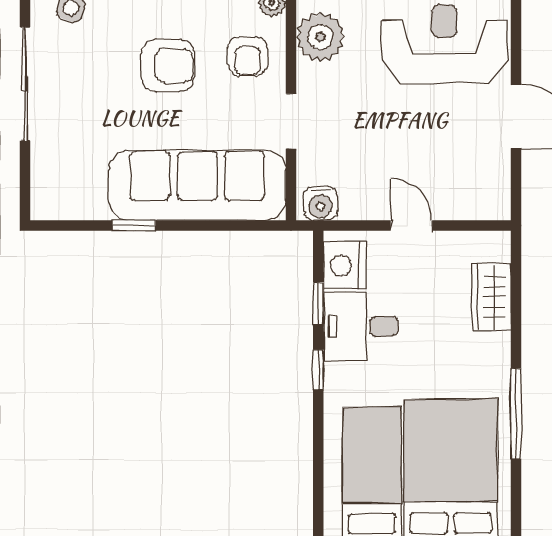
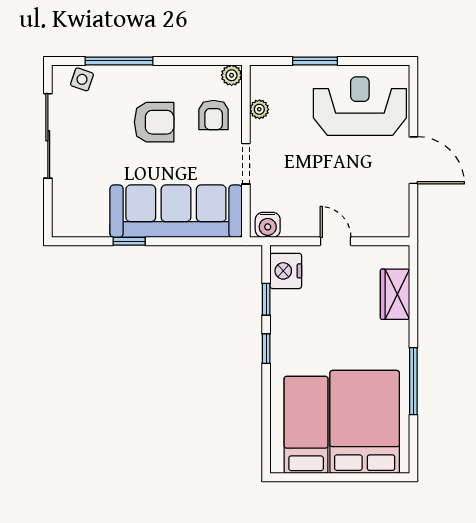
plant: (320, 37) -> (259, 109), width x0.53, depth x0.53
desk: (361, 326) -> (298, 316), removed

